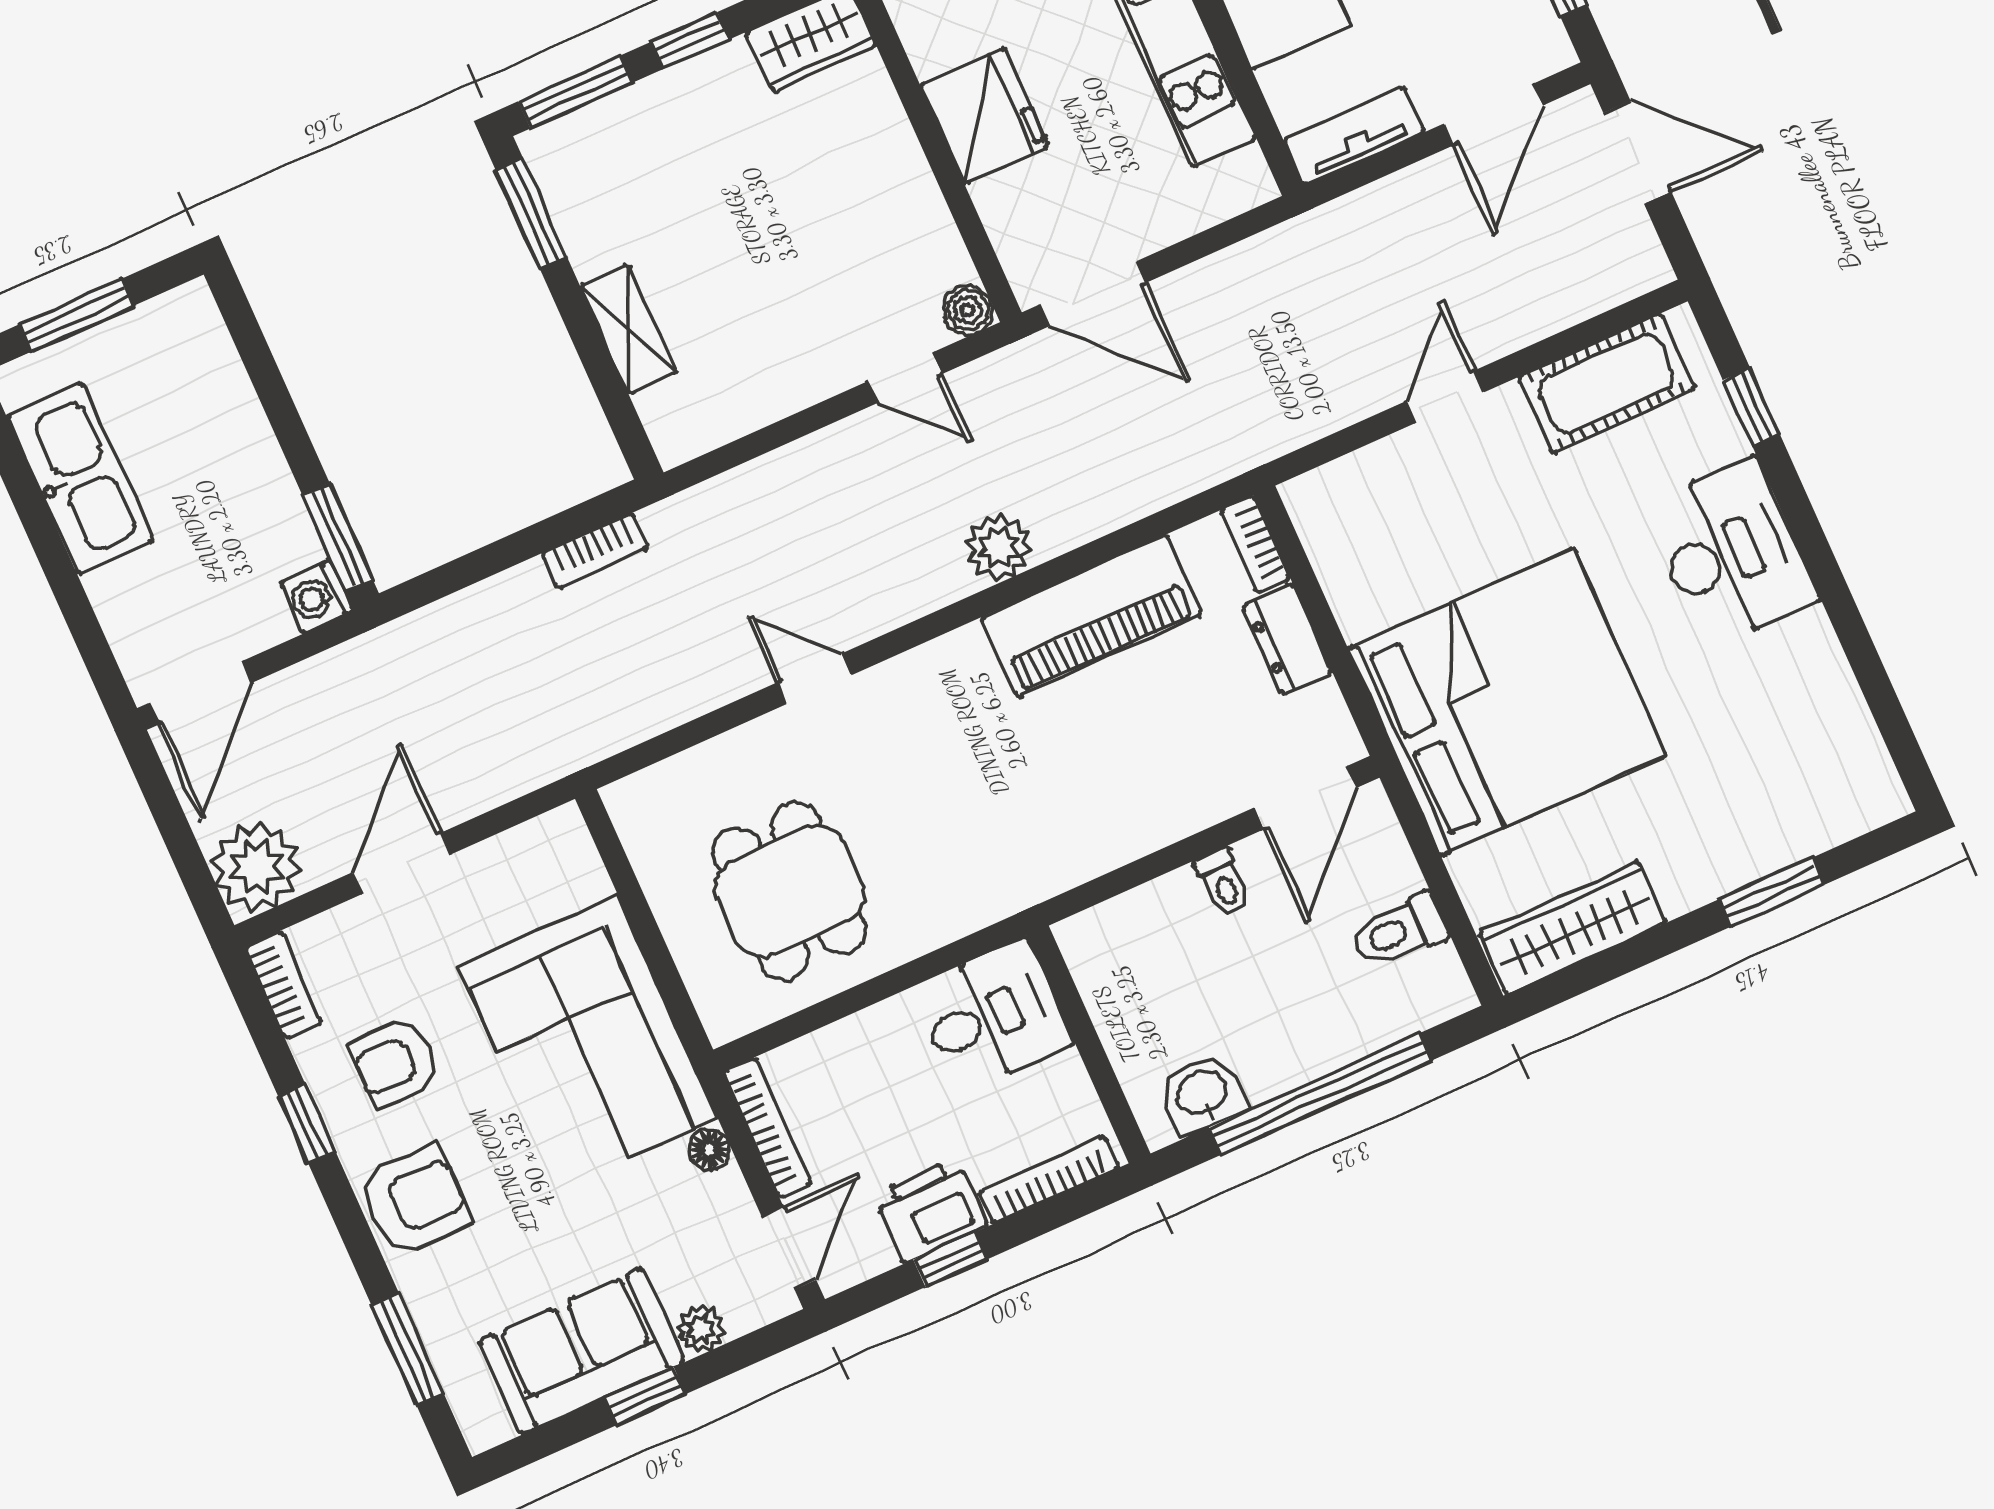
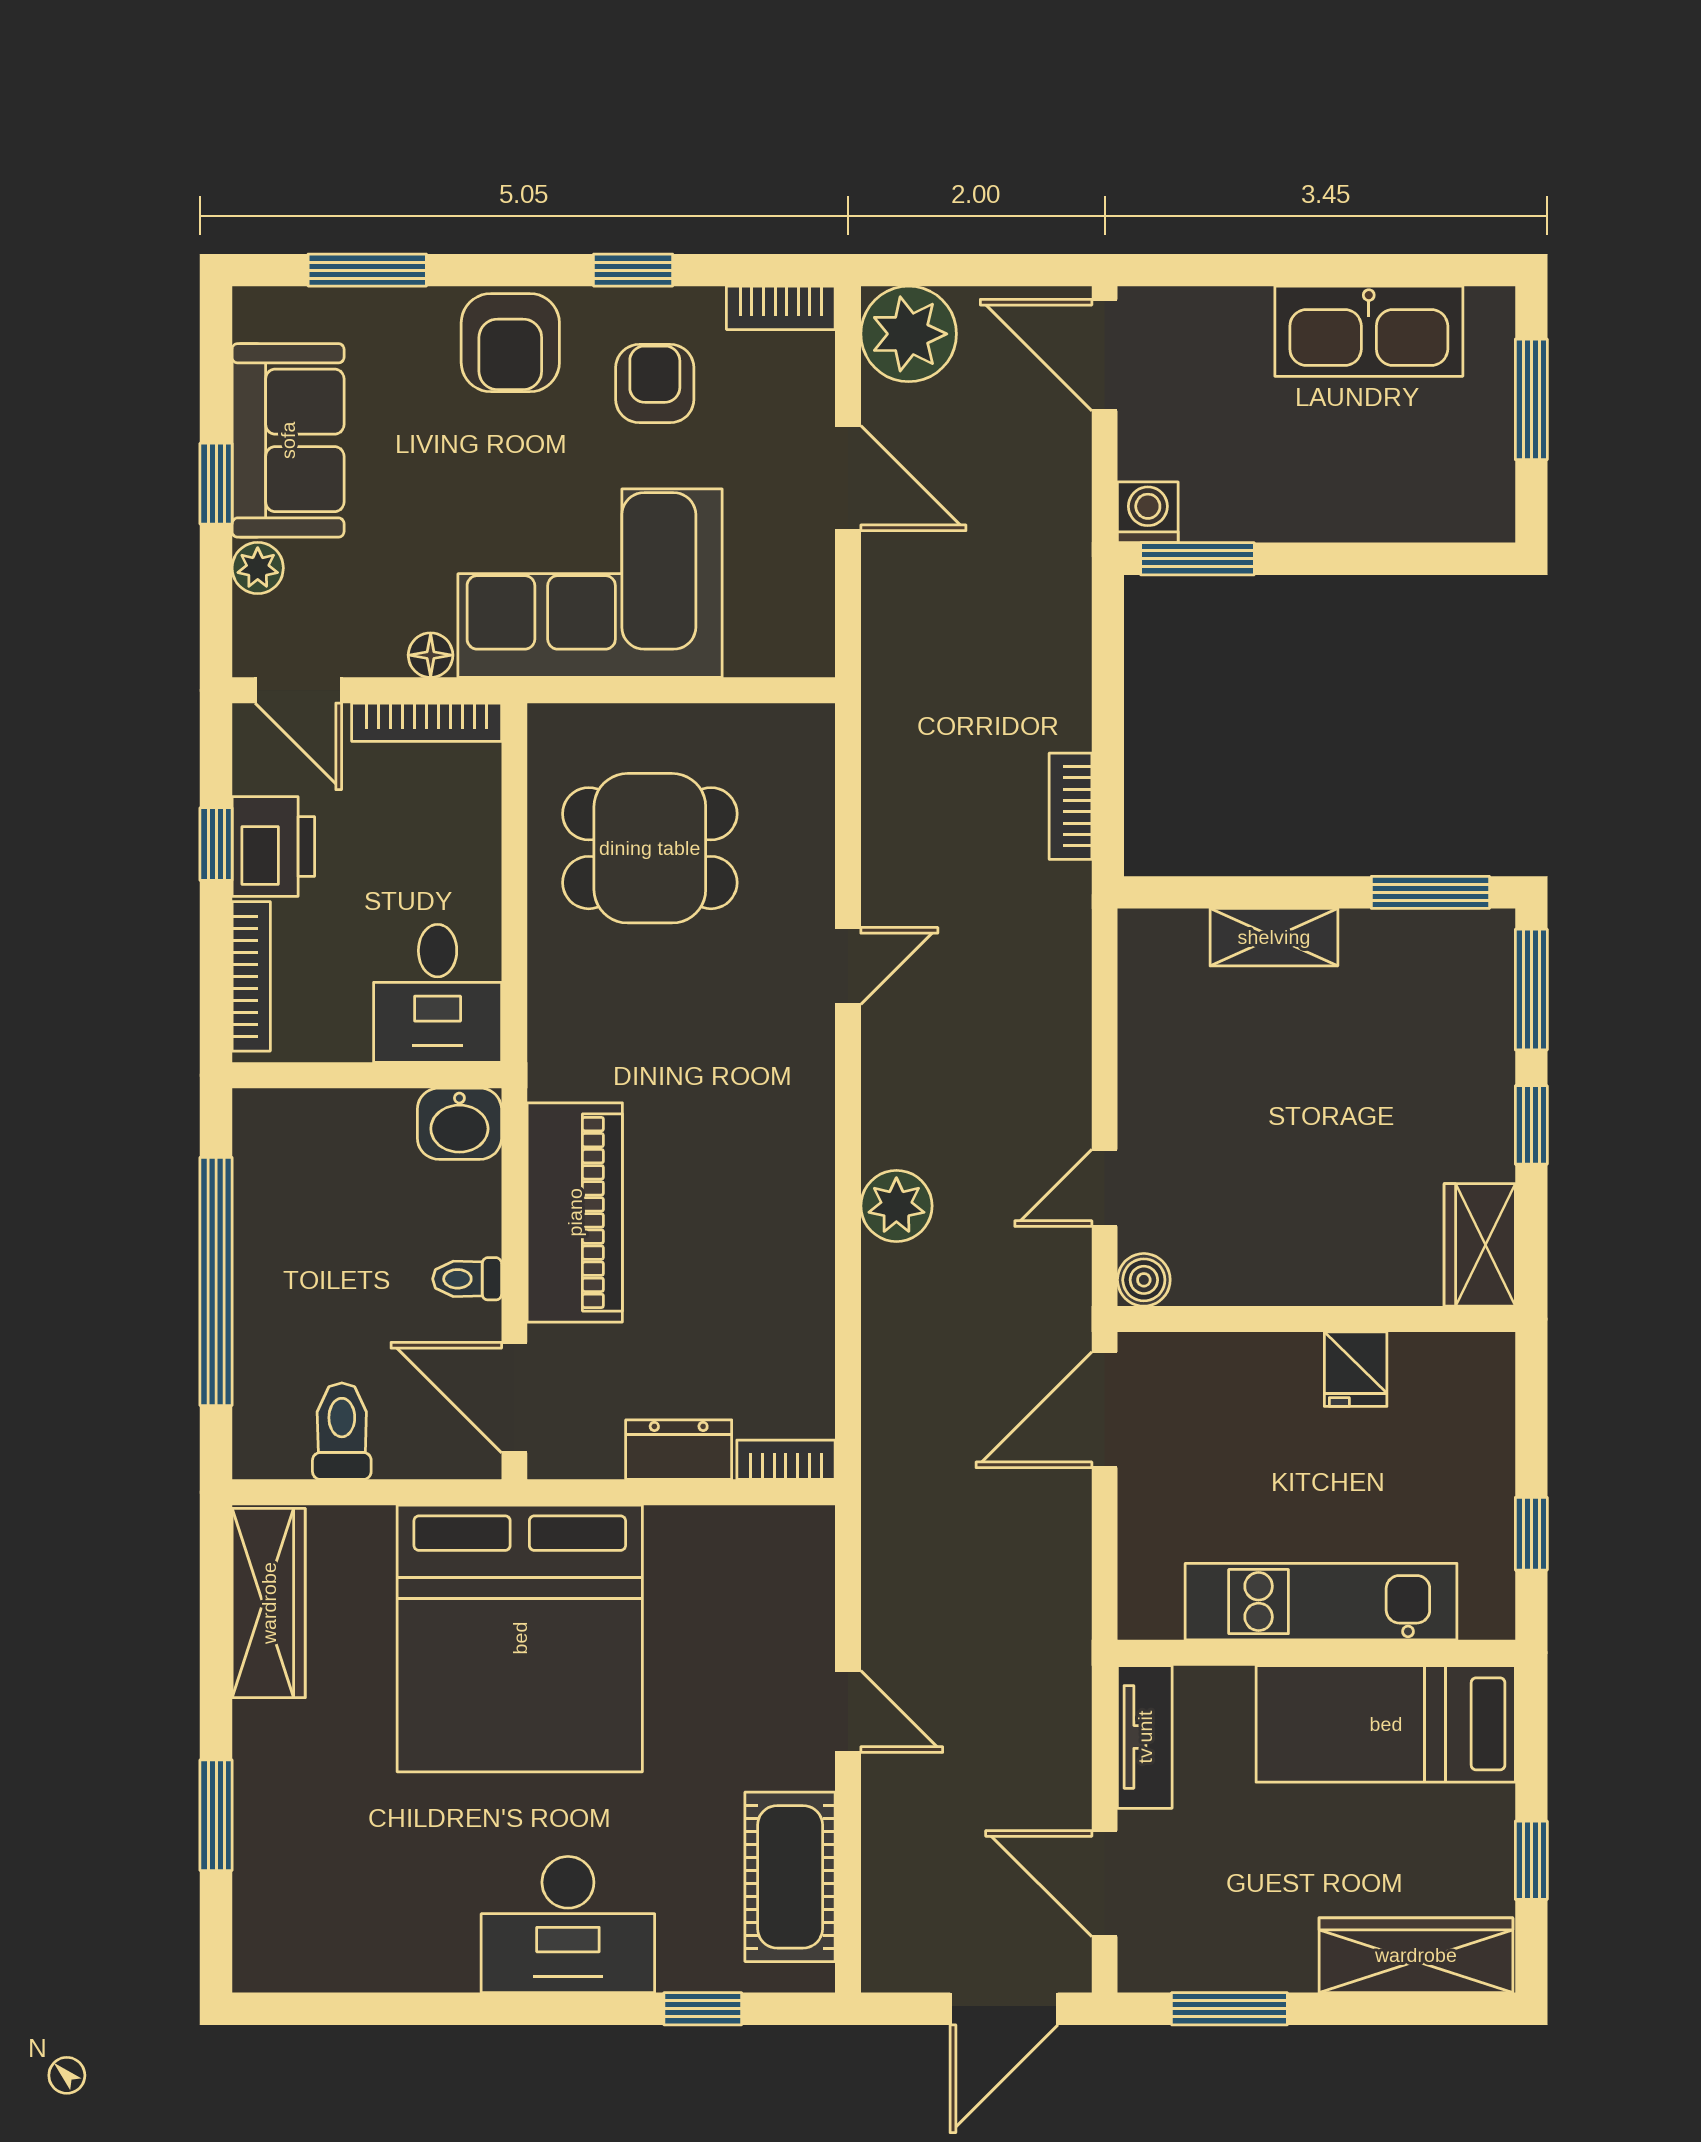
fridge: (984, 115) -> (1356, 1369), width x0.53, depth x0.75
piano: (1092, 616) -> (575, 1212), moved, turned 180
washbasin: (1202, 1094) -> (459, 1124), moved, turned 90

